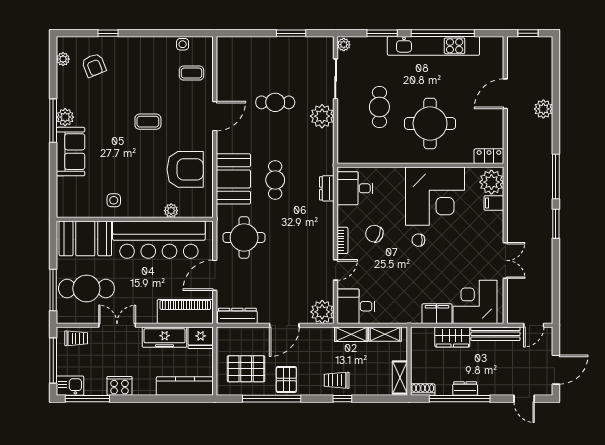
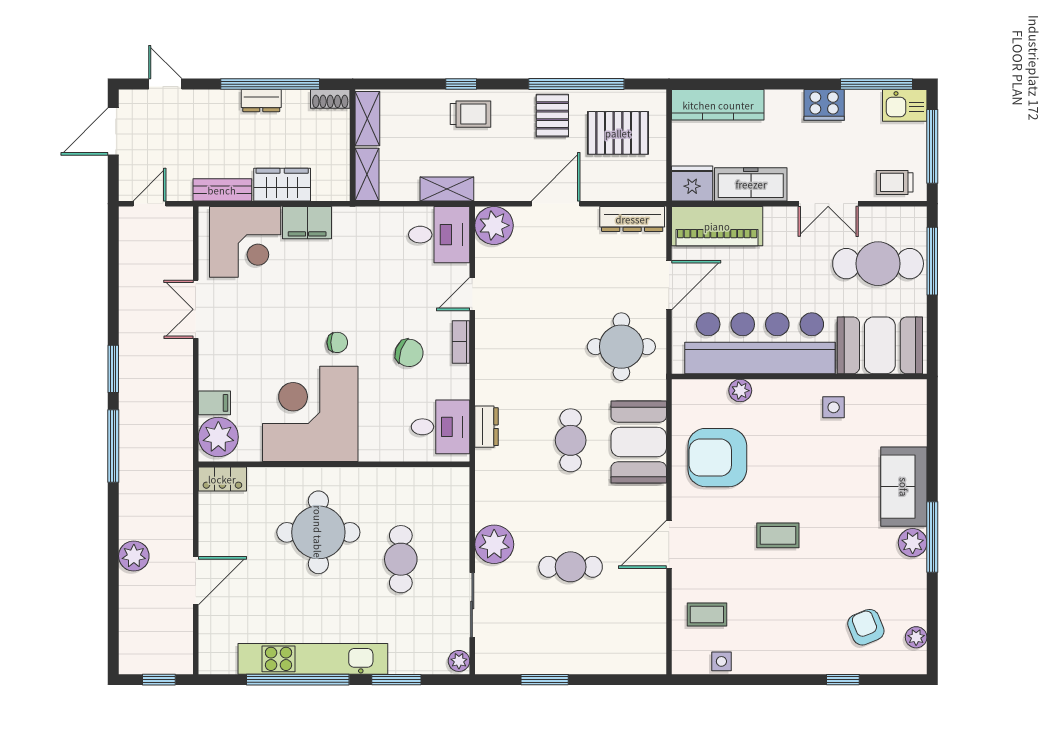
shelving: (385, 334) -> (367, 174), moved, turned 90
bench: (495, 334) -> (222, 190), width x0.73

